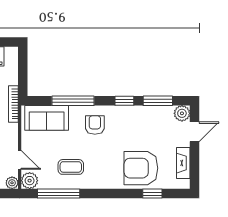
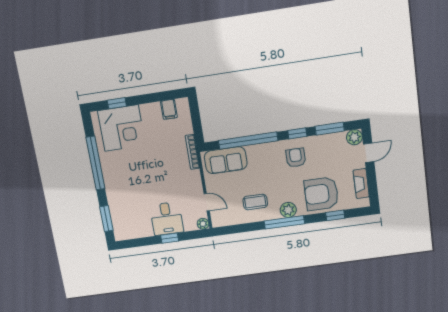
window: (73, 101) -> (248, 141), width x1.46
armchair: (95, 125) -> (296, 158), moved
plant: (30, 181) -> (288, 210), moved
window: (59, 194) -> (284, 222), moved

